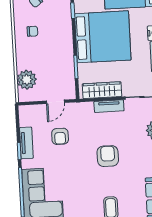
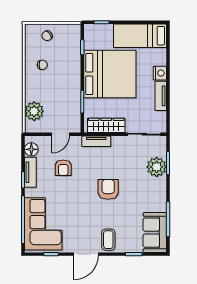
tv unit: (109, 106) -> (96, 141), moved
floor lamp: (26, 119) -> (31, 149), added

